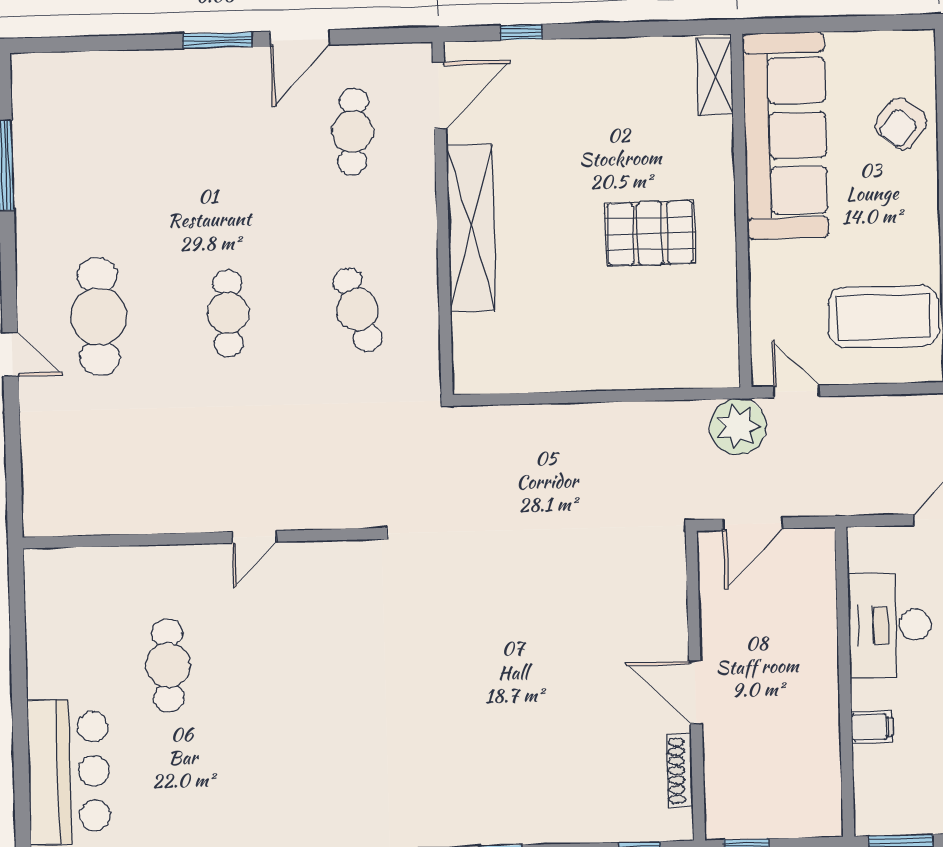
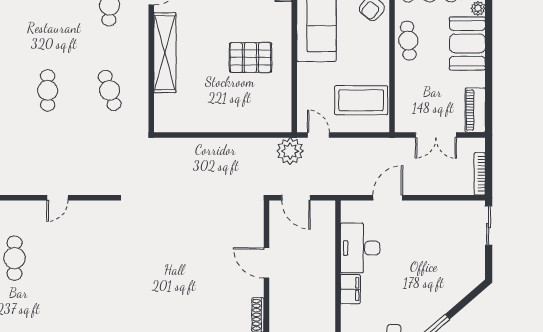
door: (753, 524) -> (296, 198), hinge flipped
door: (696, 693) -> (266, 263), moved
filing cabinet: (872, 727) -> (350, 289), width x2.00

